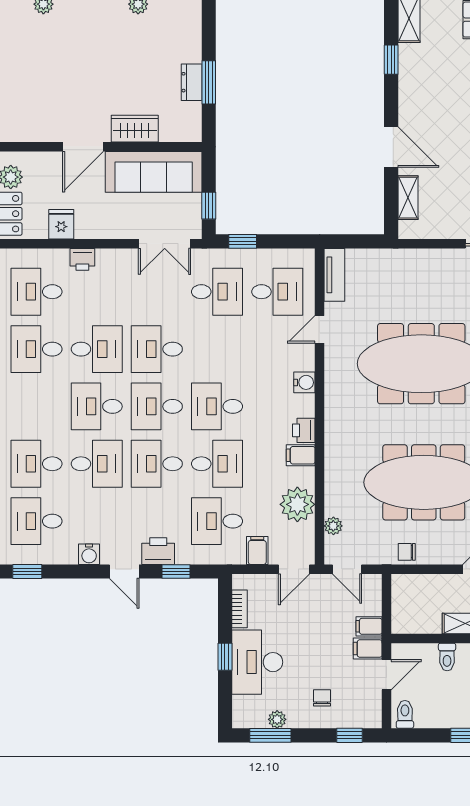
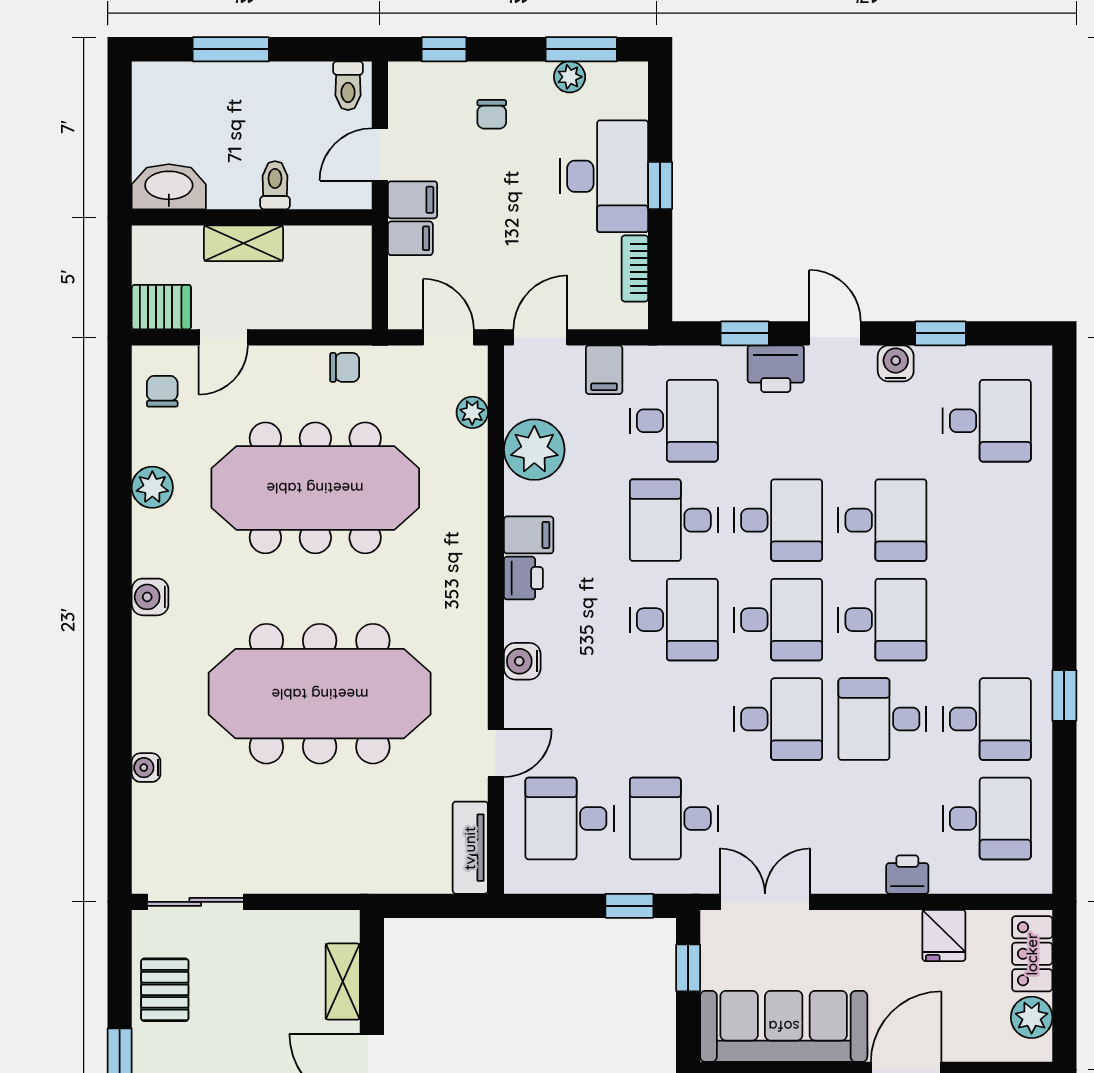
desk: (37, 464) -> (987, 520), removed
desk: (97, 464) -> (882, 520), turned 180
window: (27, 571) -> (940, 333), moved

